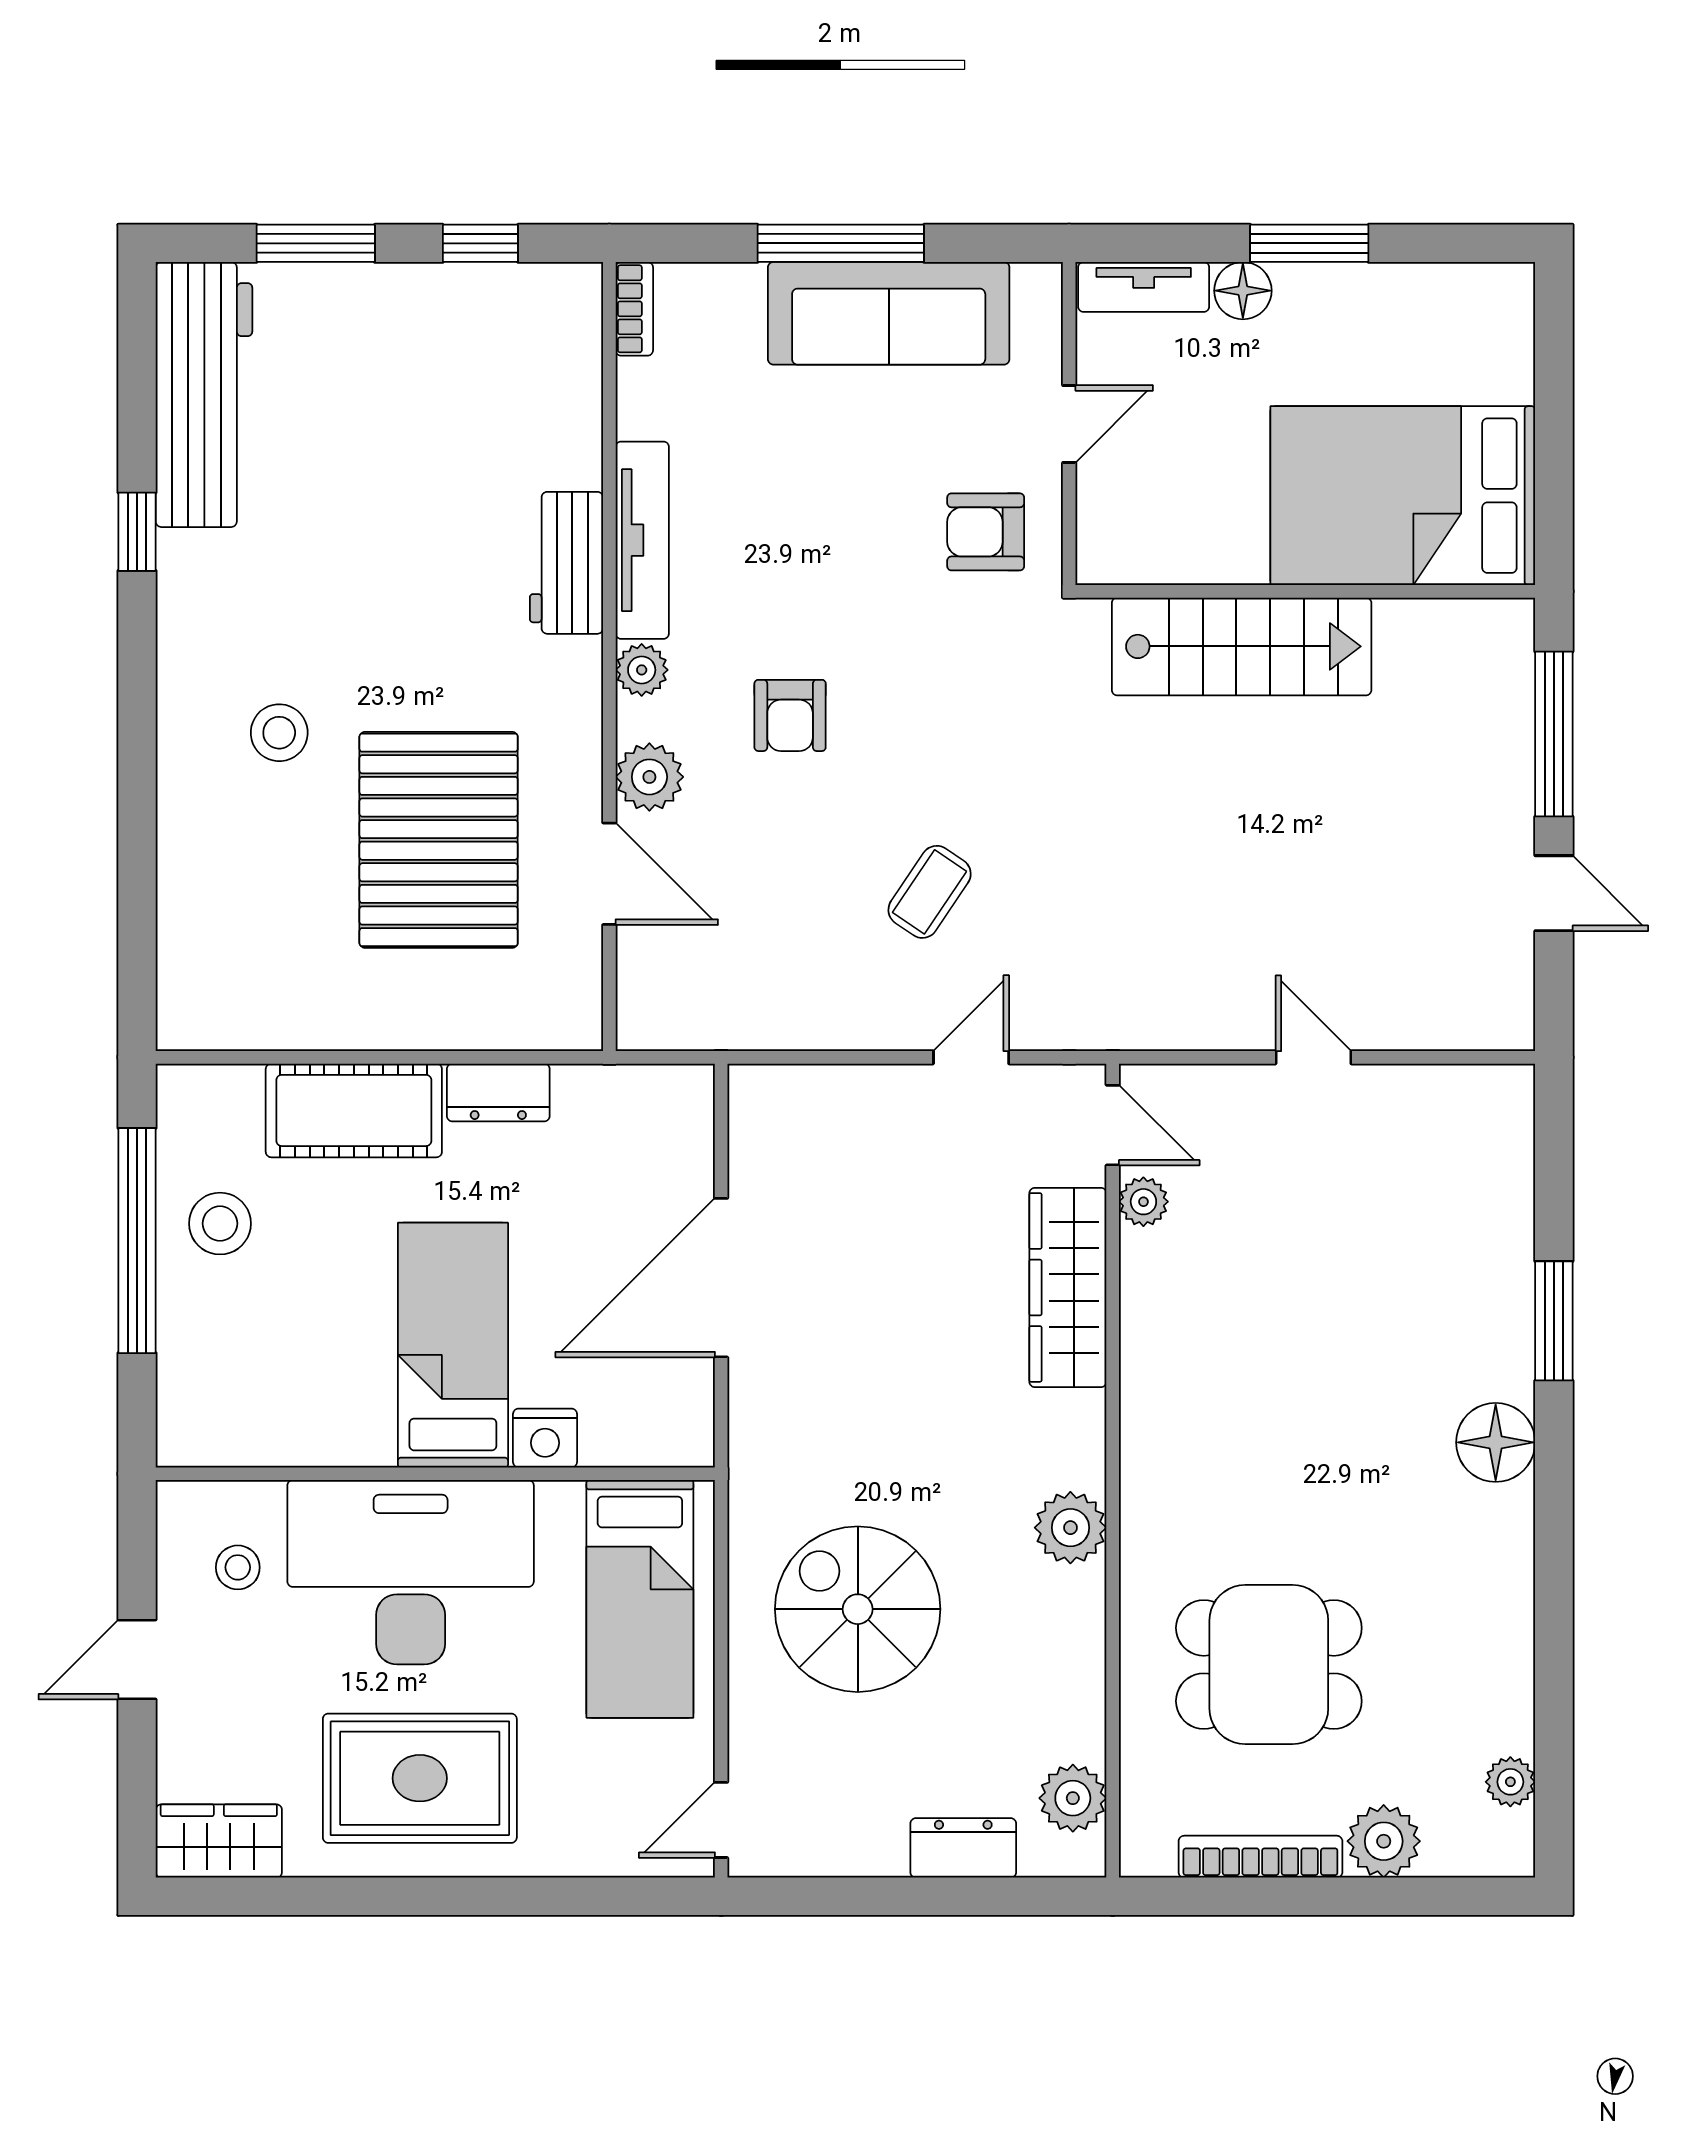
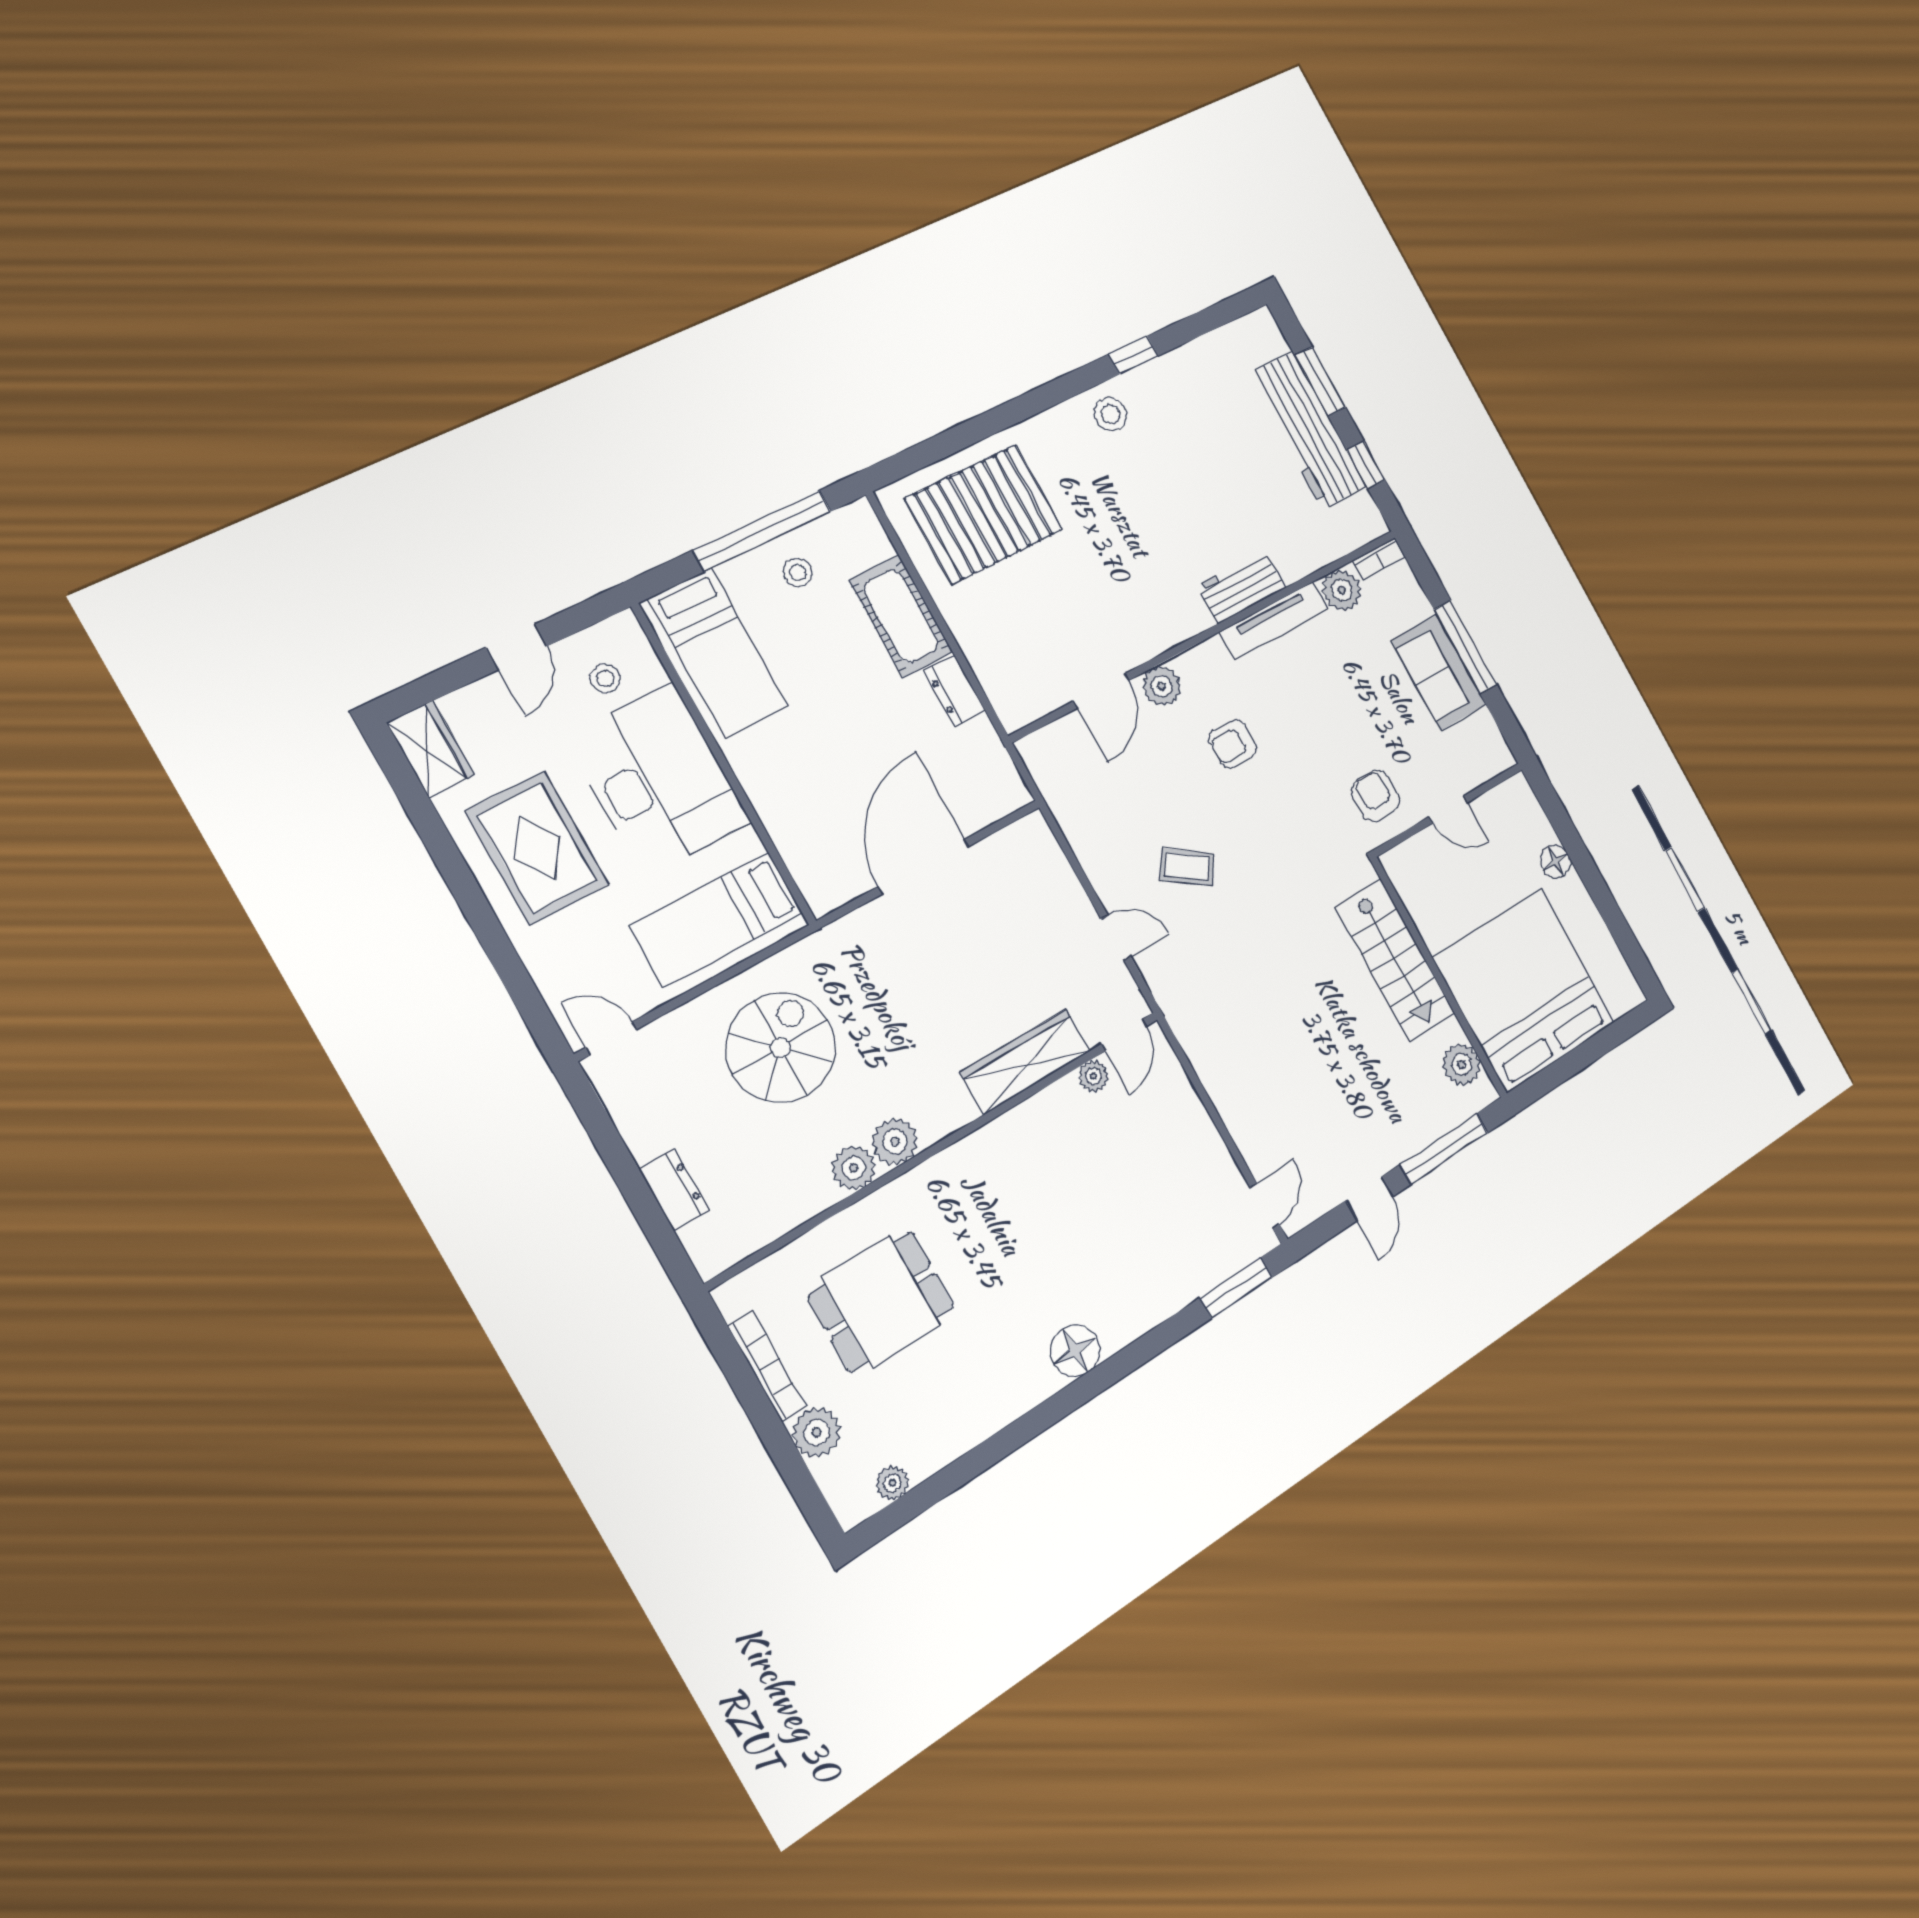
window: (1309, 243) -> (1594, 882), removed
tv unit: (1144, 287) -> (1530, 811), removed
sofa: (889, 313) -> (1439, 673), width x0.73
workbench: (204, 394) -> (1308, 430), moved, turned 90
bed: (1403, 496) -> (1524, 990), width x1.36
plant: (1451, 632) -> (1461, 1064), added
plant: (642, 670) -> (1342, 590), moved, width x1.38, depth x1.38
stool: (279, 733) -> (1110, 414), moved
pallet: (439, 840) -> (984, 514), moved
door: (1313, 1057) -> (1265, 1206), moved
stool: (220, 1224) -> (798, 572), width x0.73, depth x0.73
door: (721, 1278) -> (923, 867), hinge flipped
window: (1554, 1321) -> (1236, 1288), moved
bed: (453, 1345) -> (718, 653), moved, turned 90
nightstand: (545, 1438) -> (779, 816), removed
door: (137, 1660) -> (517, 647), swing flipped
dining table: (1269, 1665) -> (881, 1301), turned 90
plant: (1073, 1798) -> (854, 1168), moved

